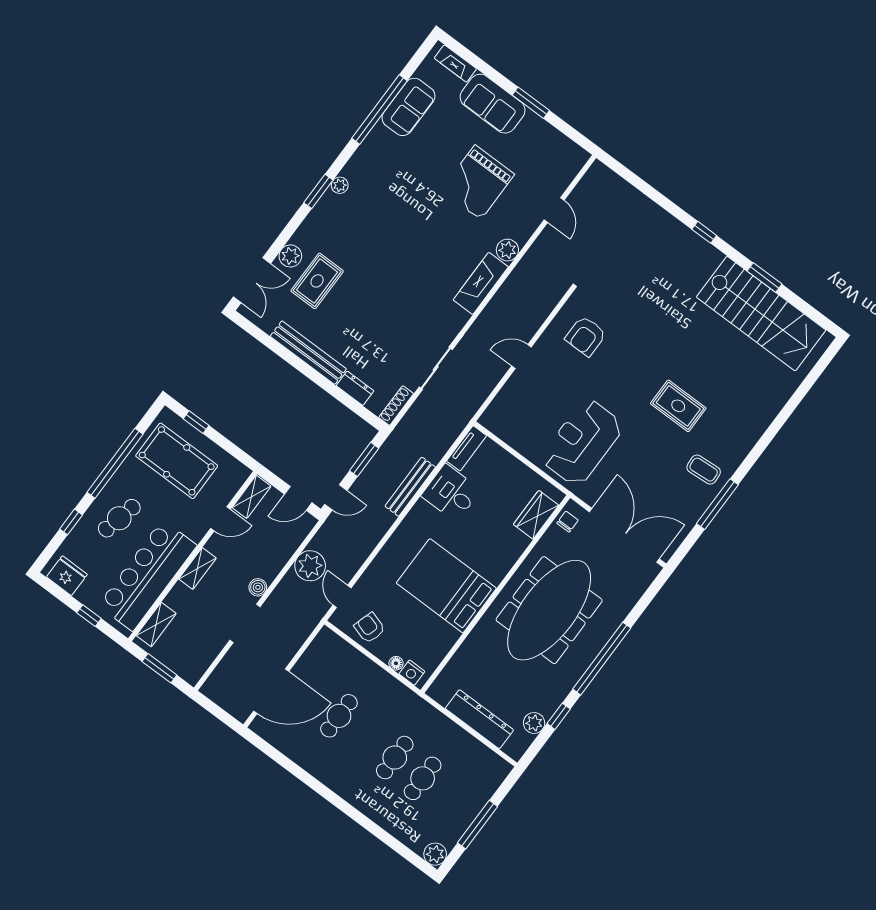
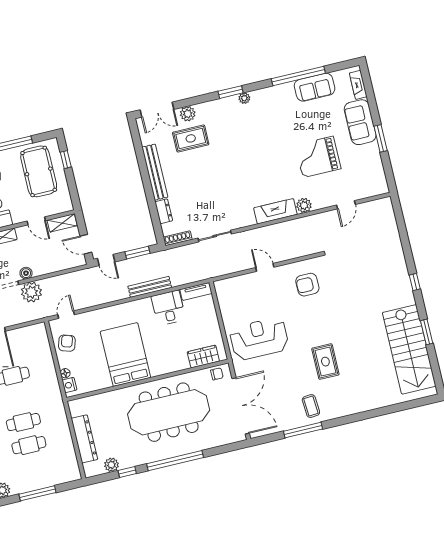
plant: (310, 566) -> (31, 292), moved

